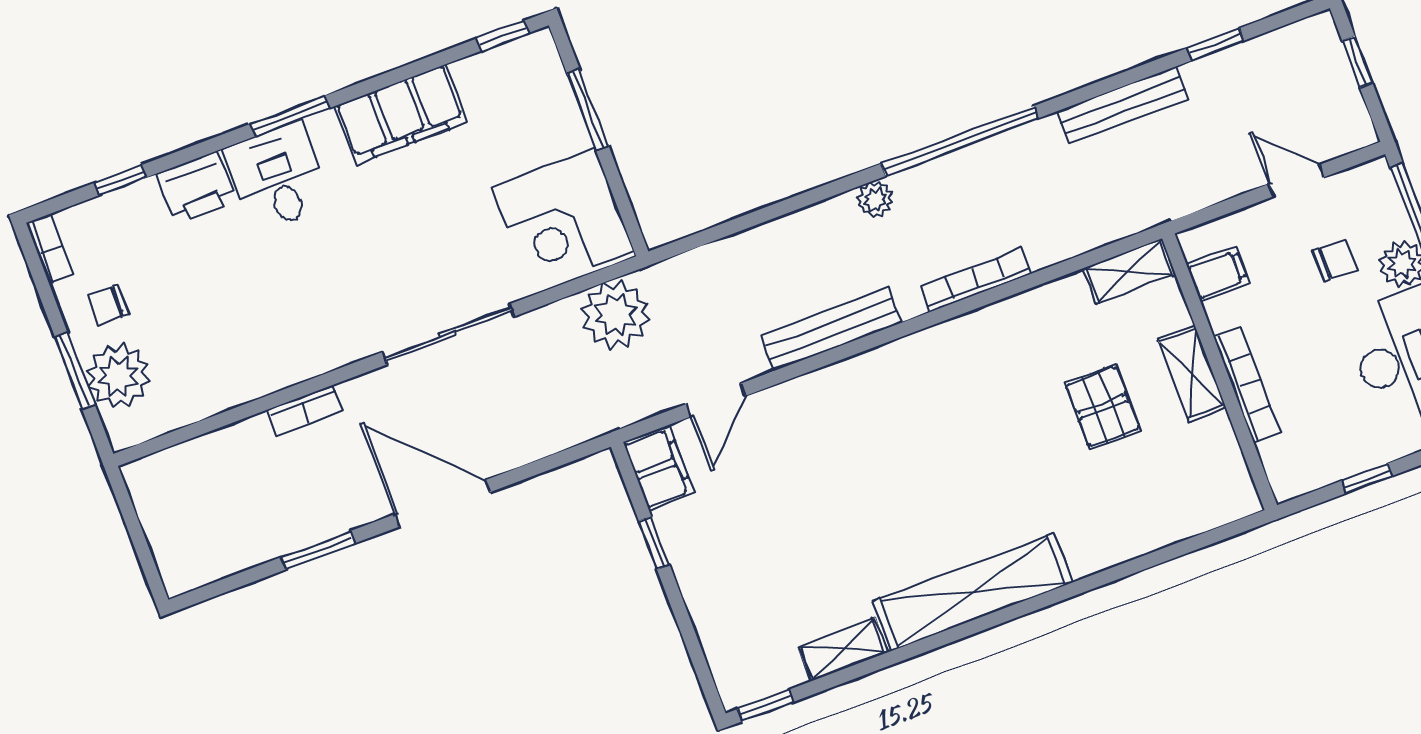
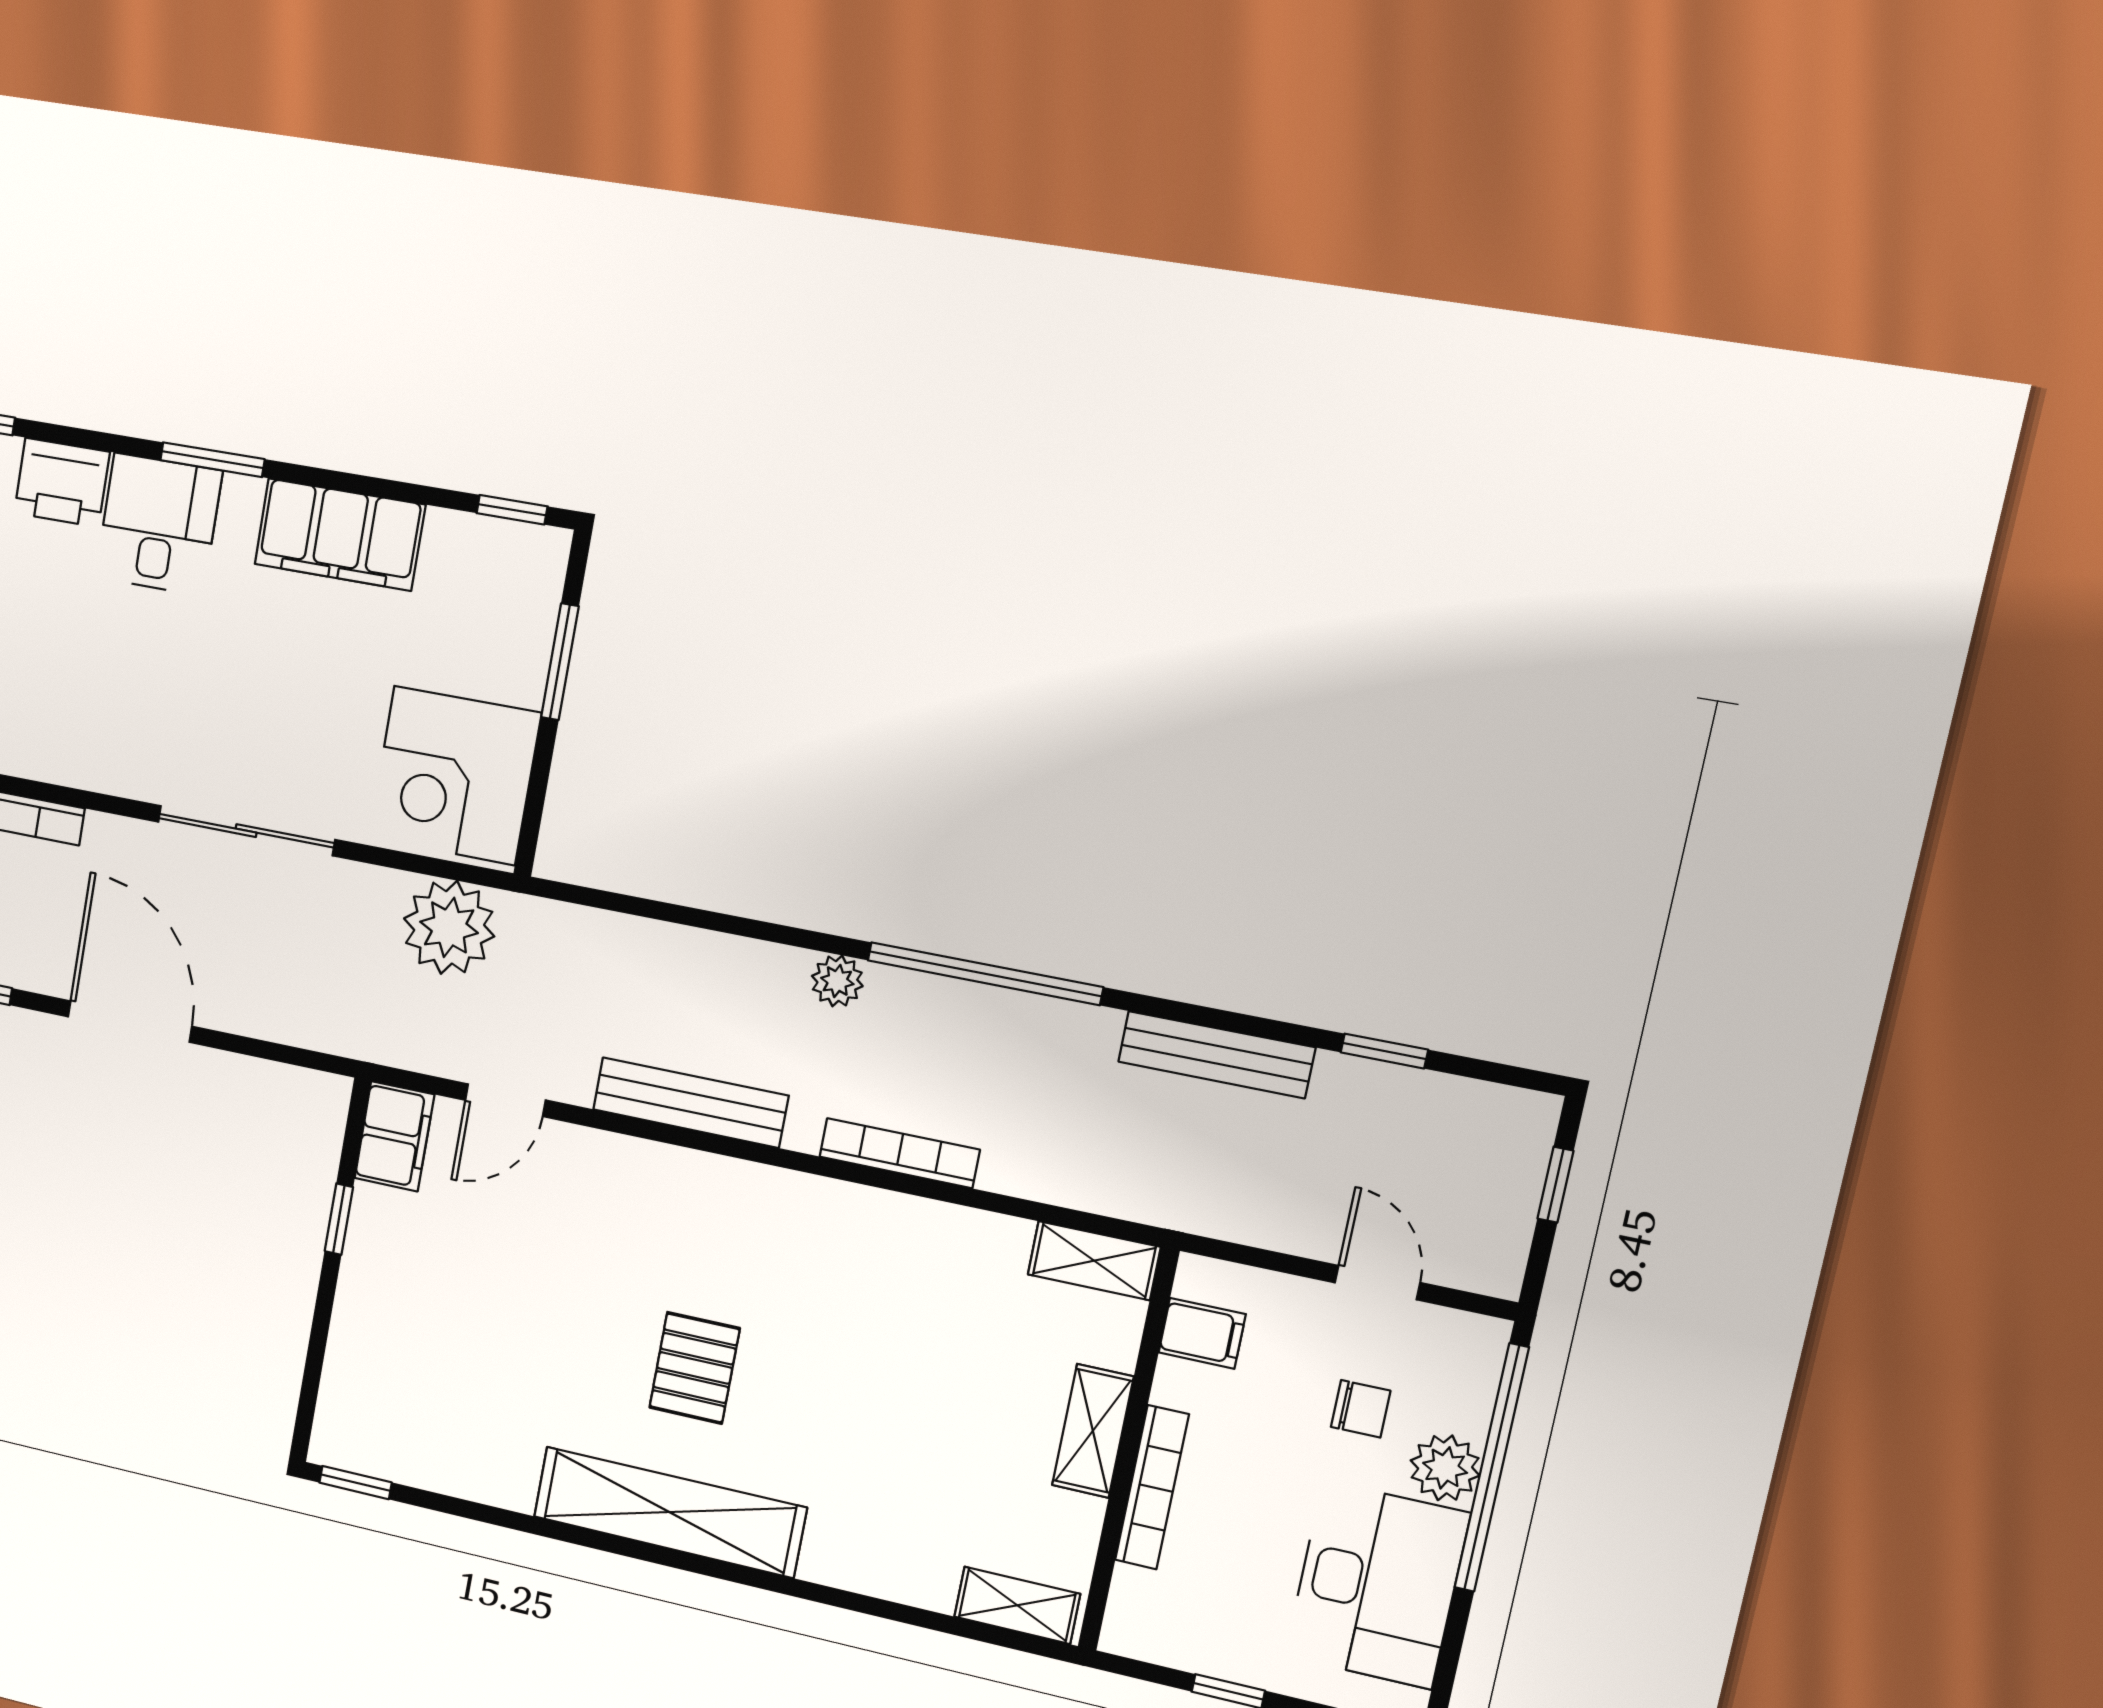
pallet: (1103, 407) -> (695, 1368), moved
shelving: (843, 649) -> (1017, 1605), moved

